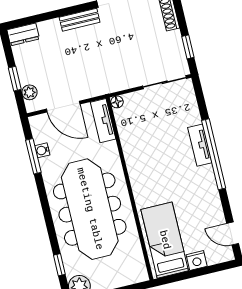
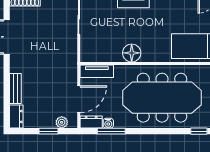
bench: (80, 20) -> (15, 89), moved
floor lamp: (117, 102) -> (132, 53), moved, width x1.89, depth x1.89
dresser: (39, 129) -> (91, 122), added

